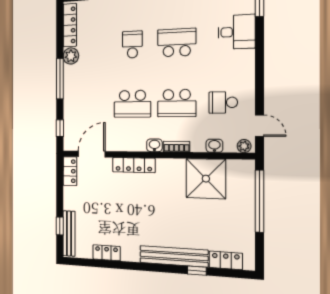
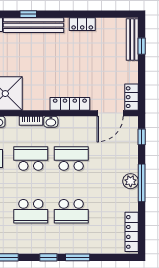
school desk: (132, 45) -> (71, 211), width x1.85
plant: (71, 56) -> (131, 181), moved
locker: (107, 253) -> (82, 24), moved
window: (197, 271) -> (28, 14), moved

